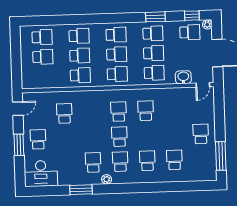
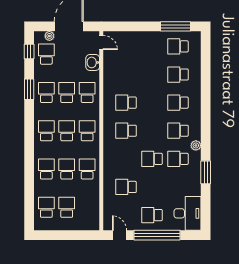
plant: (207, 25) -> (49, 36), moved
school desk: (201, 134) -> (178, 46), moved
school desk: (119, 137) -> (152, 159), moved
window: (19, 145) -> (157, 235), width x2.11

